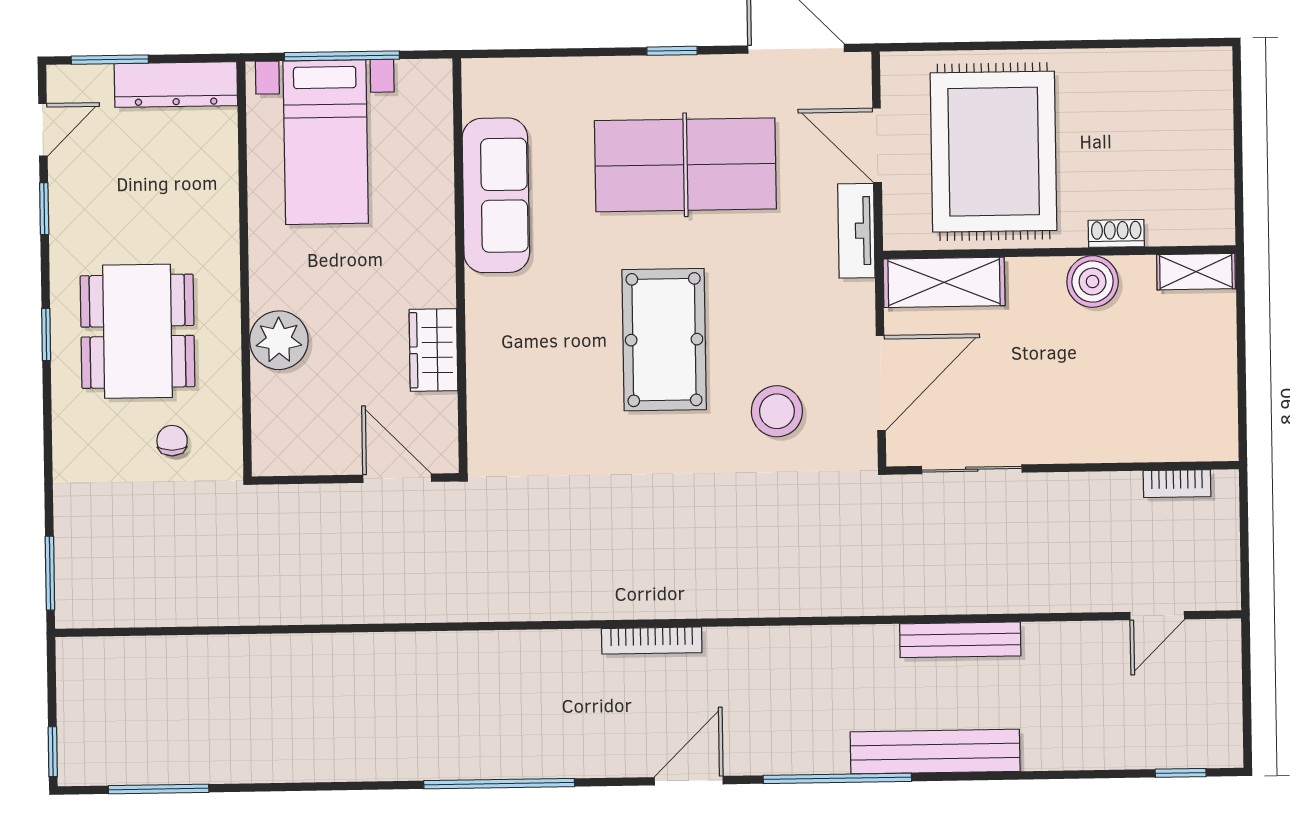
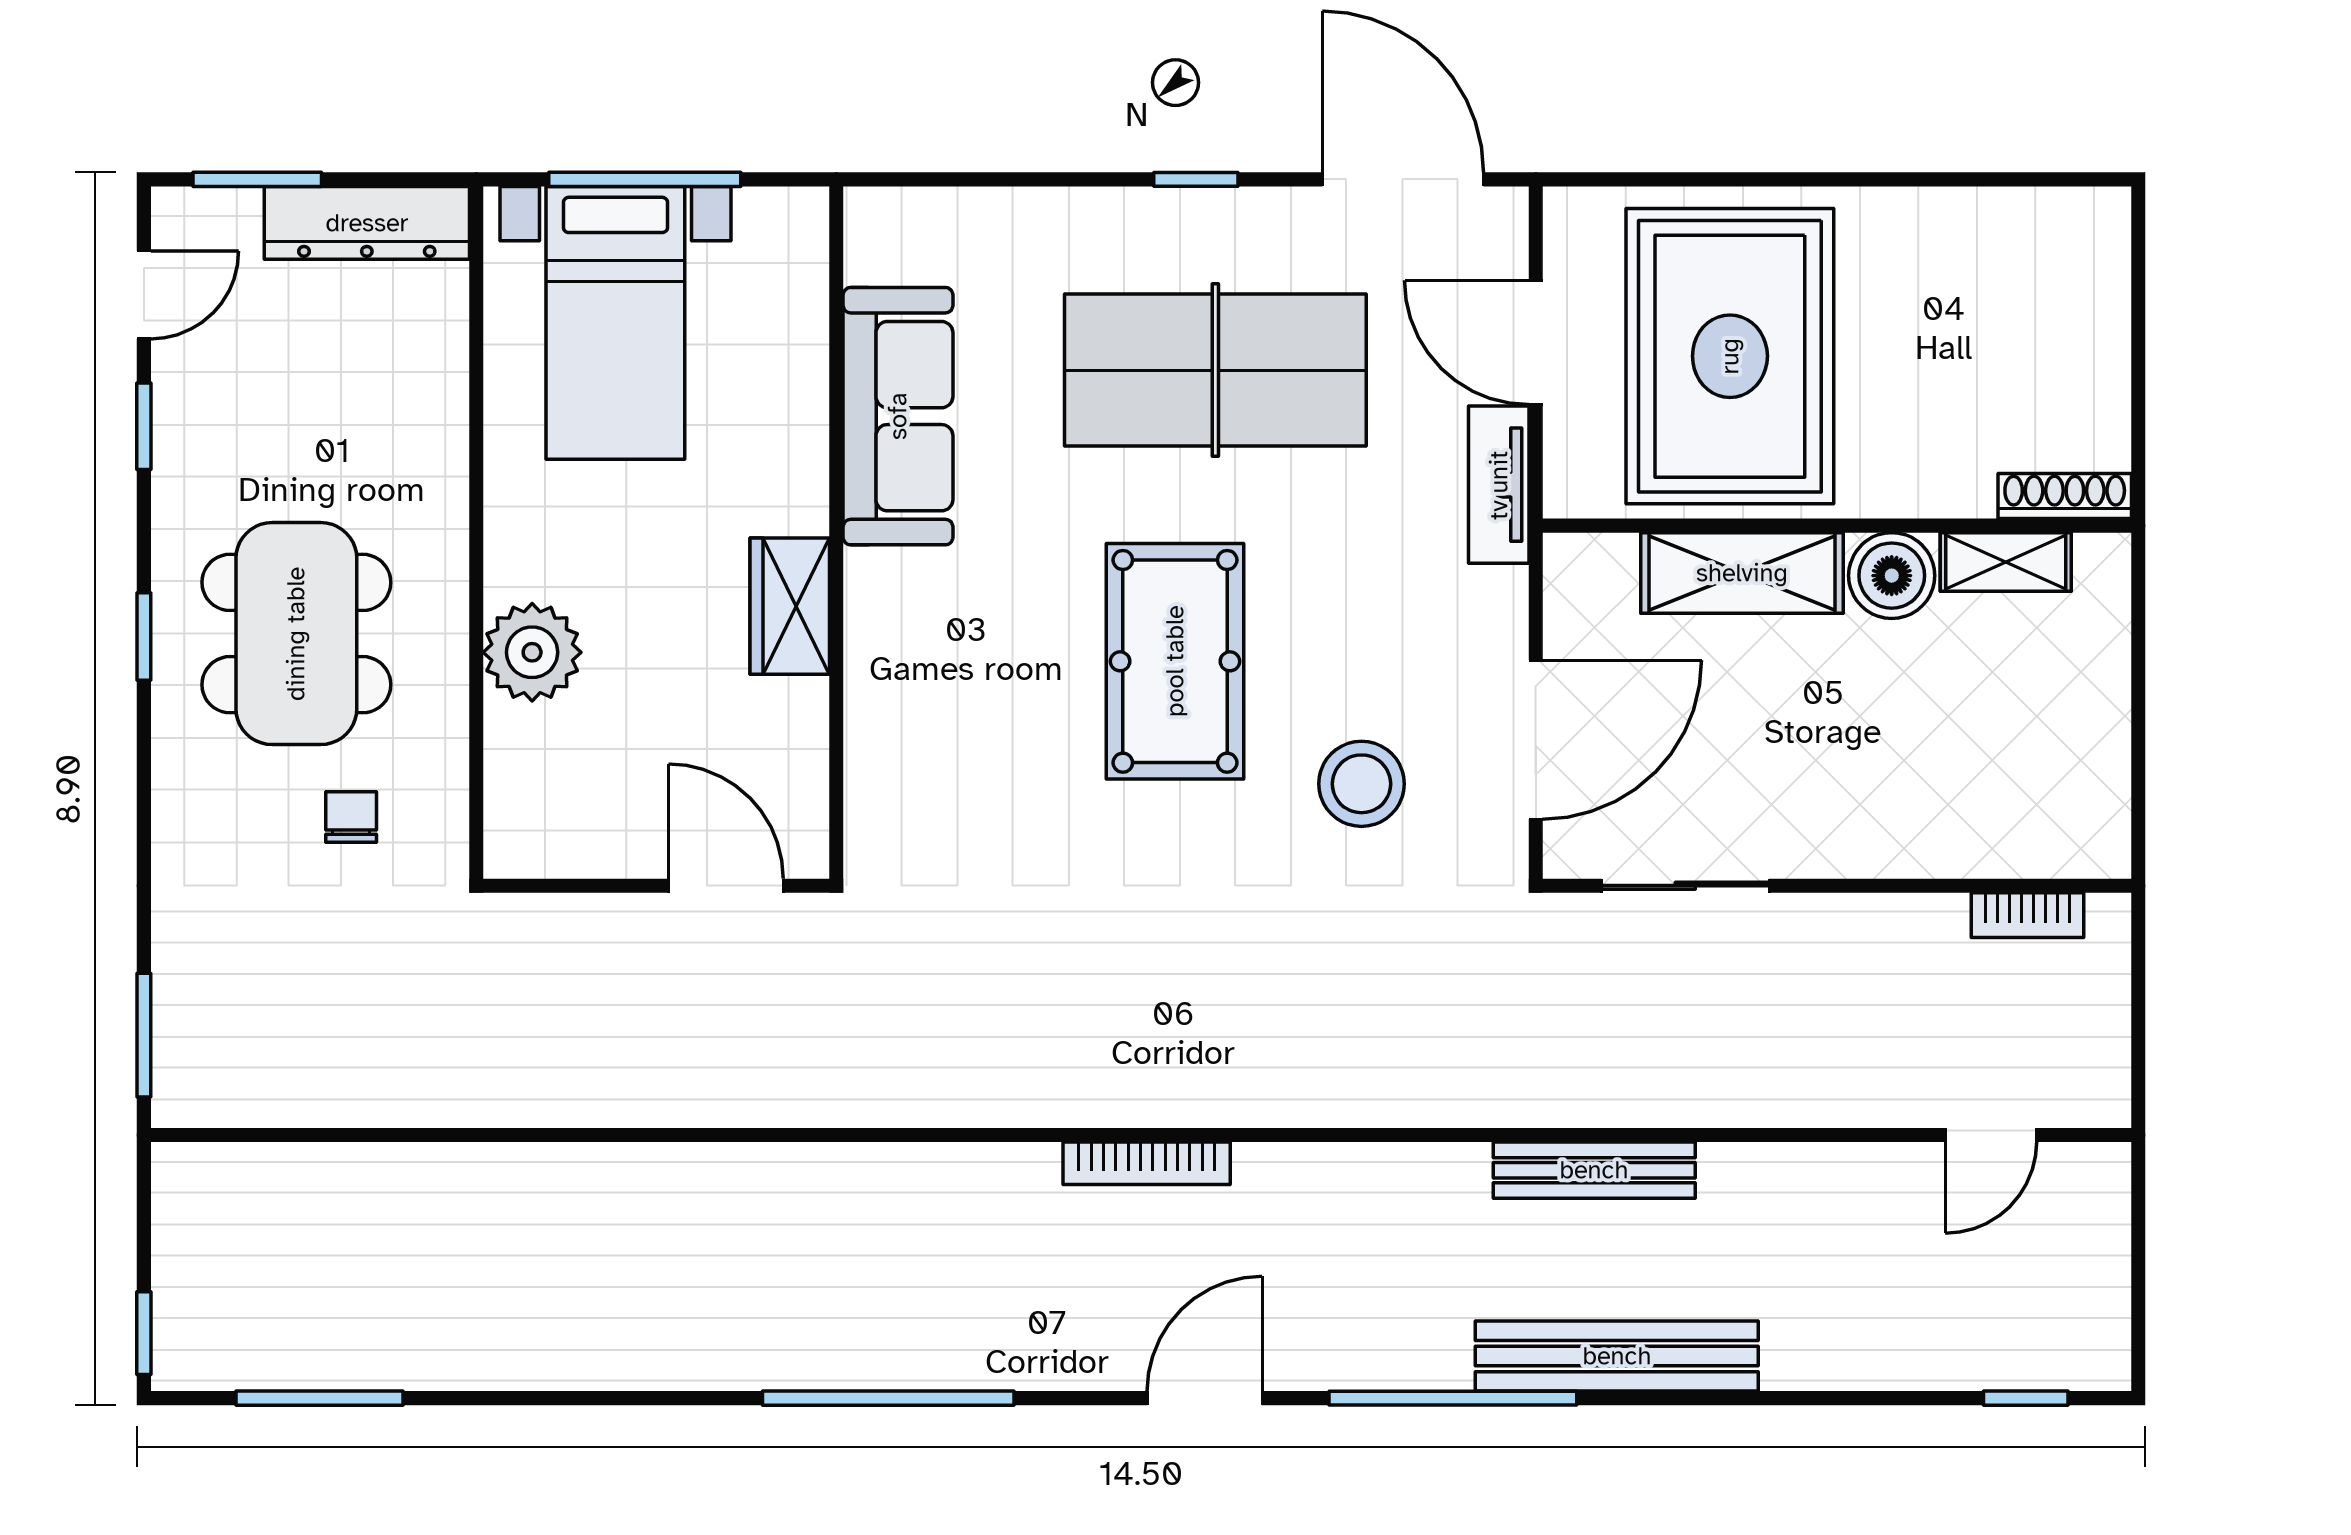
shoe rack: (1116, 233) -> (2065, 496), moved, width x1.43
shelving: (1196, 272) -> (2006, 562), moved
shelving: (944, 282) -> (1742, 573), moved
wardrobe: (433, 350) -> (790, 606), moved
bench: (960, 640) -> (1594, 1170), moved

